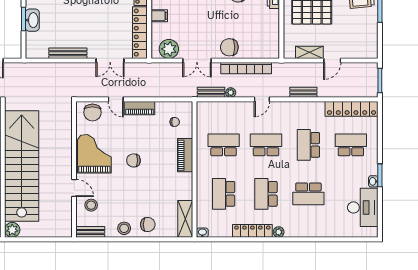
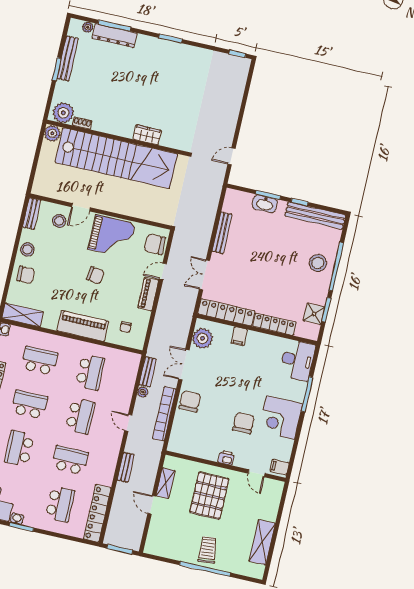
piano: (185, 155) -> (83, 326), width x1.37, depth x1.33
chair: (133, 160) -> (95, 275), turned 98
chair: (148, 225) -> (26, 275), turned -90

